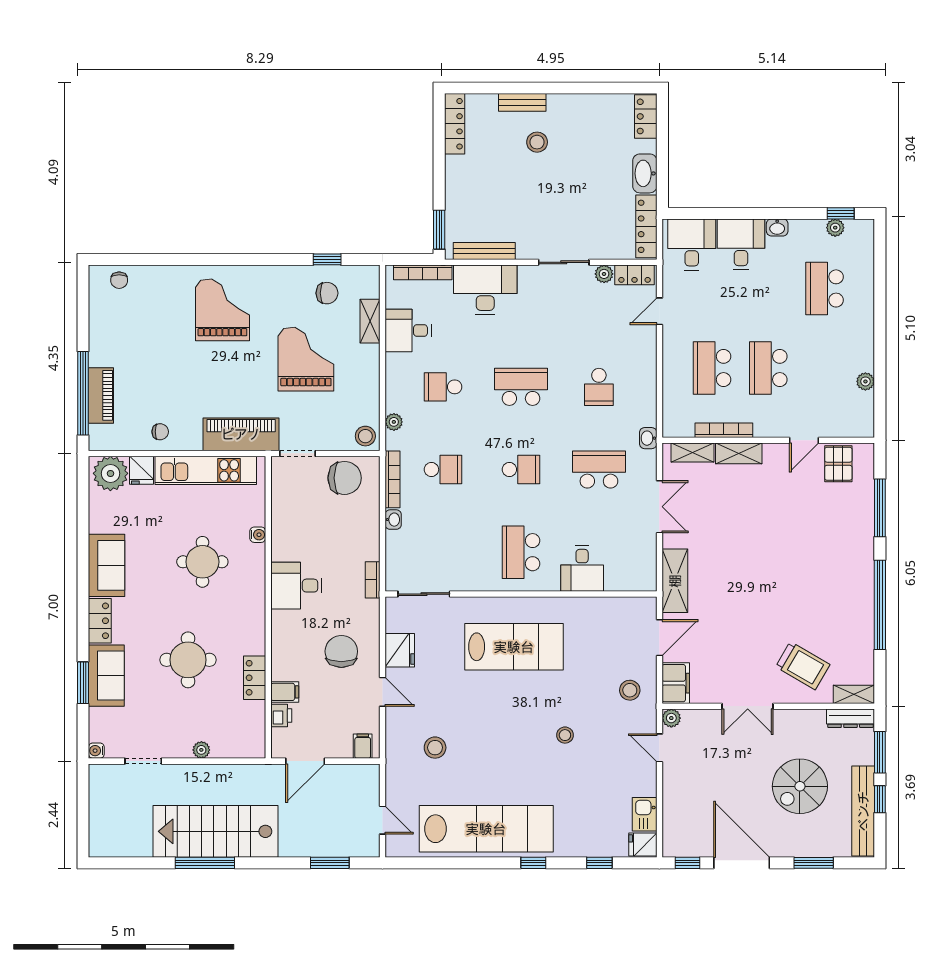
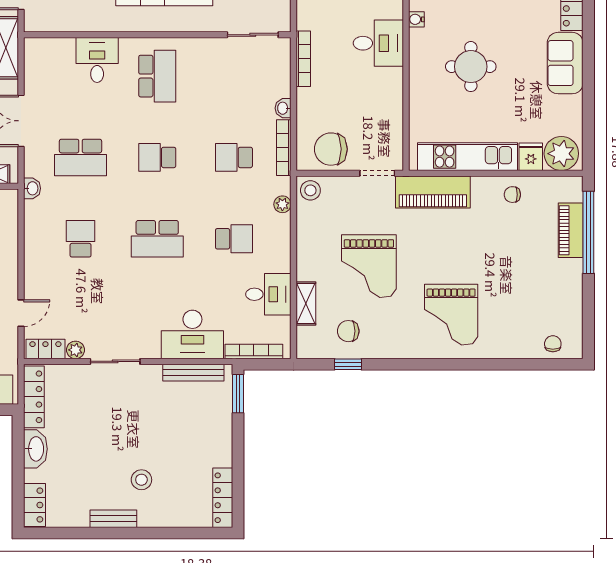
bench: (522, 102) -> (113, 519), moved
water cooler: (258, 535) -> (416, 19), moved
bookcase: (373, 580) -> (303, 59), width x1.56

